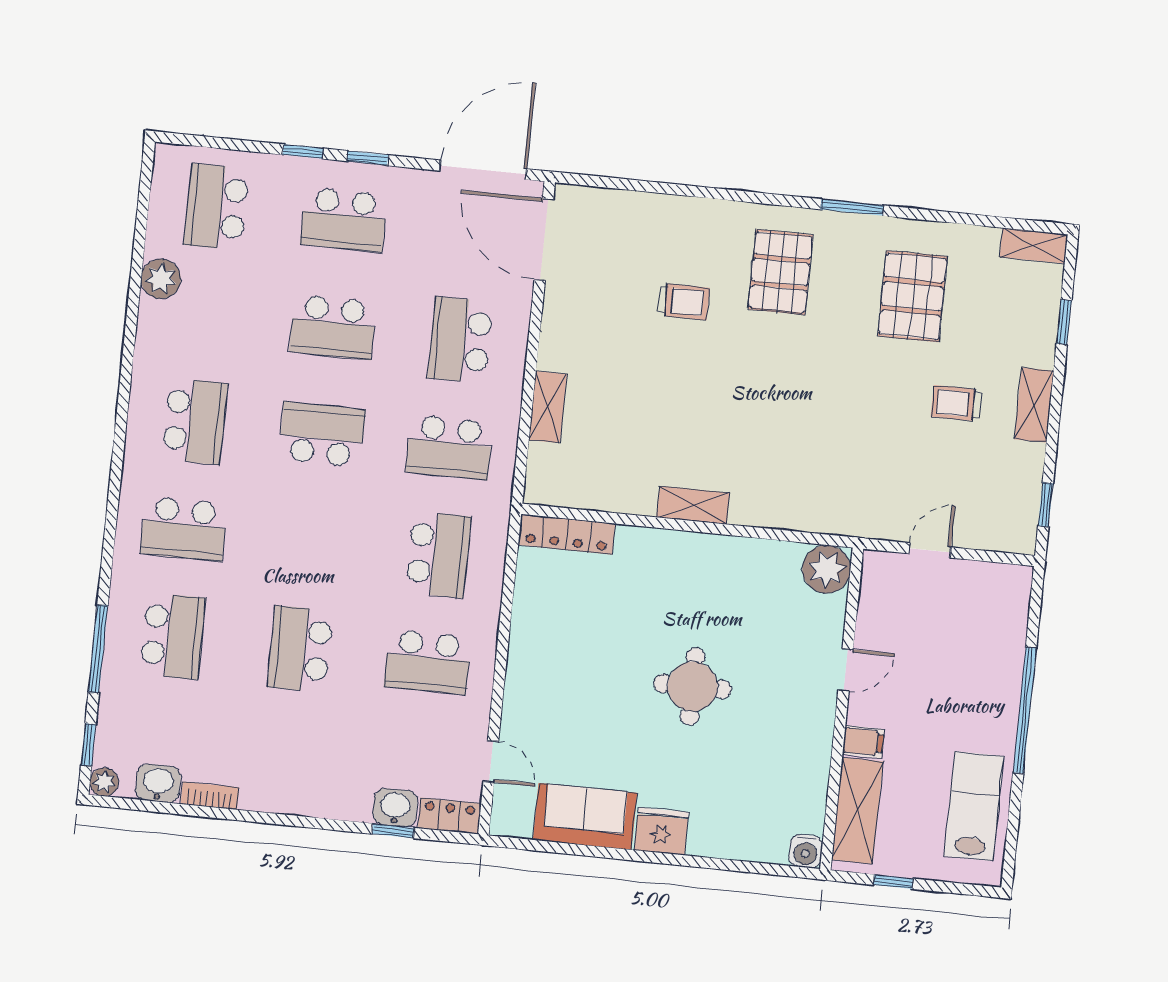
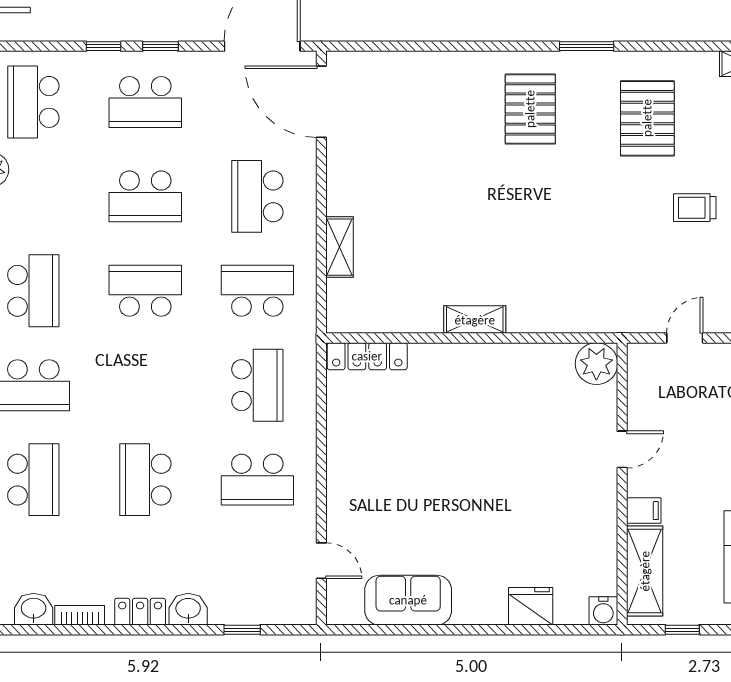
trolley: (684, 302) -> (448, 143), removed
school desk: (449, 447) -> (257, 291), turned 180
round table: (693, 686) -> (490, 478), removed
washbasin: (395, 808) -> (188, 609), moved
locker: (449, 816) -> (140, 612), moved
fridge: (661, 831) -> (531, 606), moved

